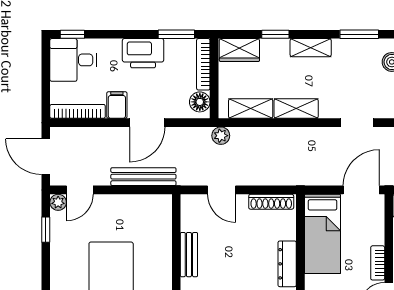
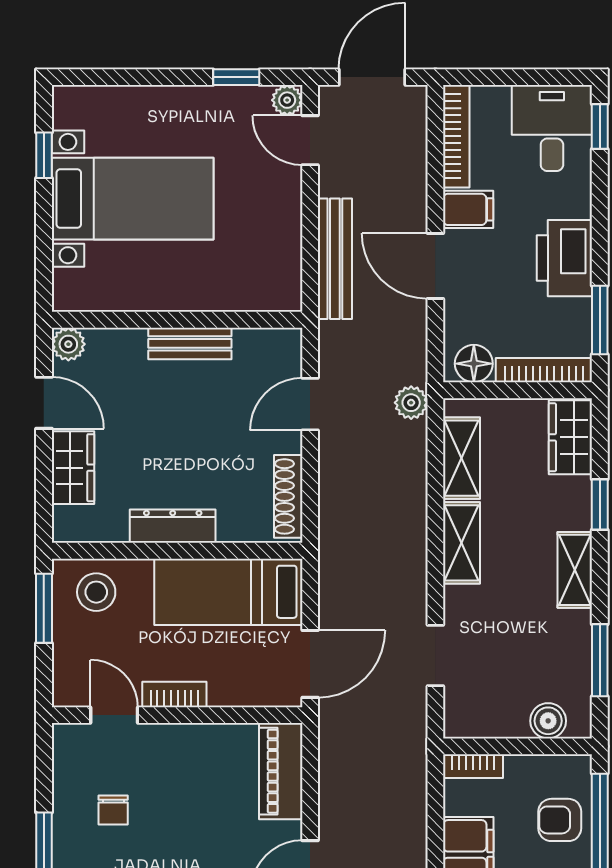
door: (361, 190) -> (310, 664), hinge flipped

